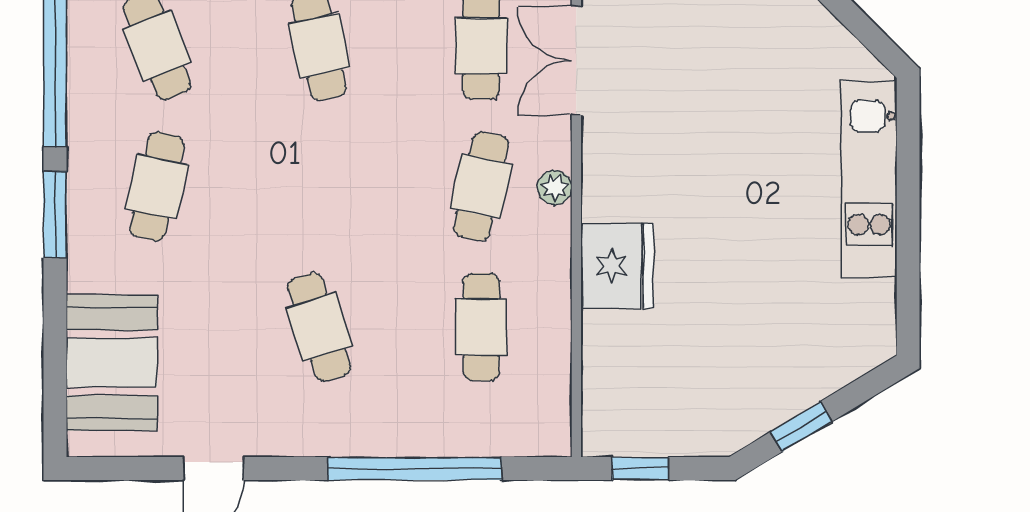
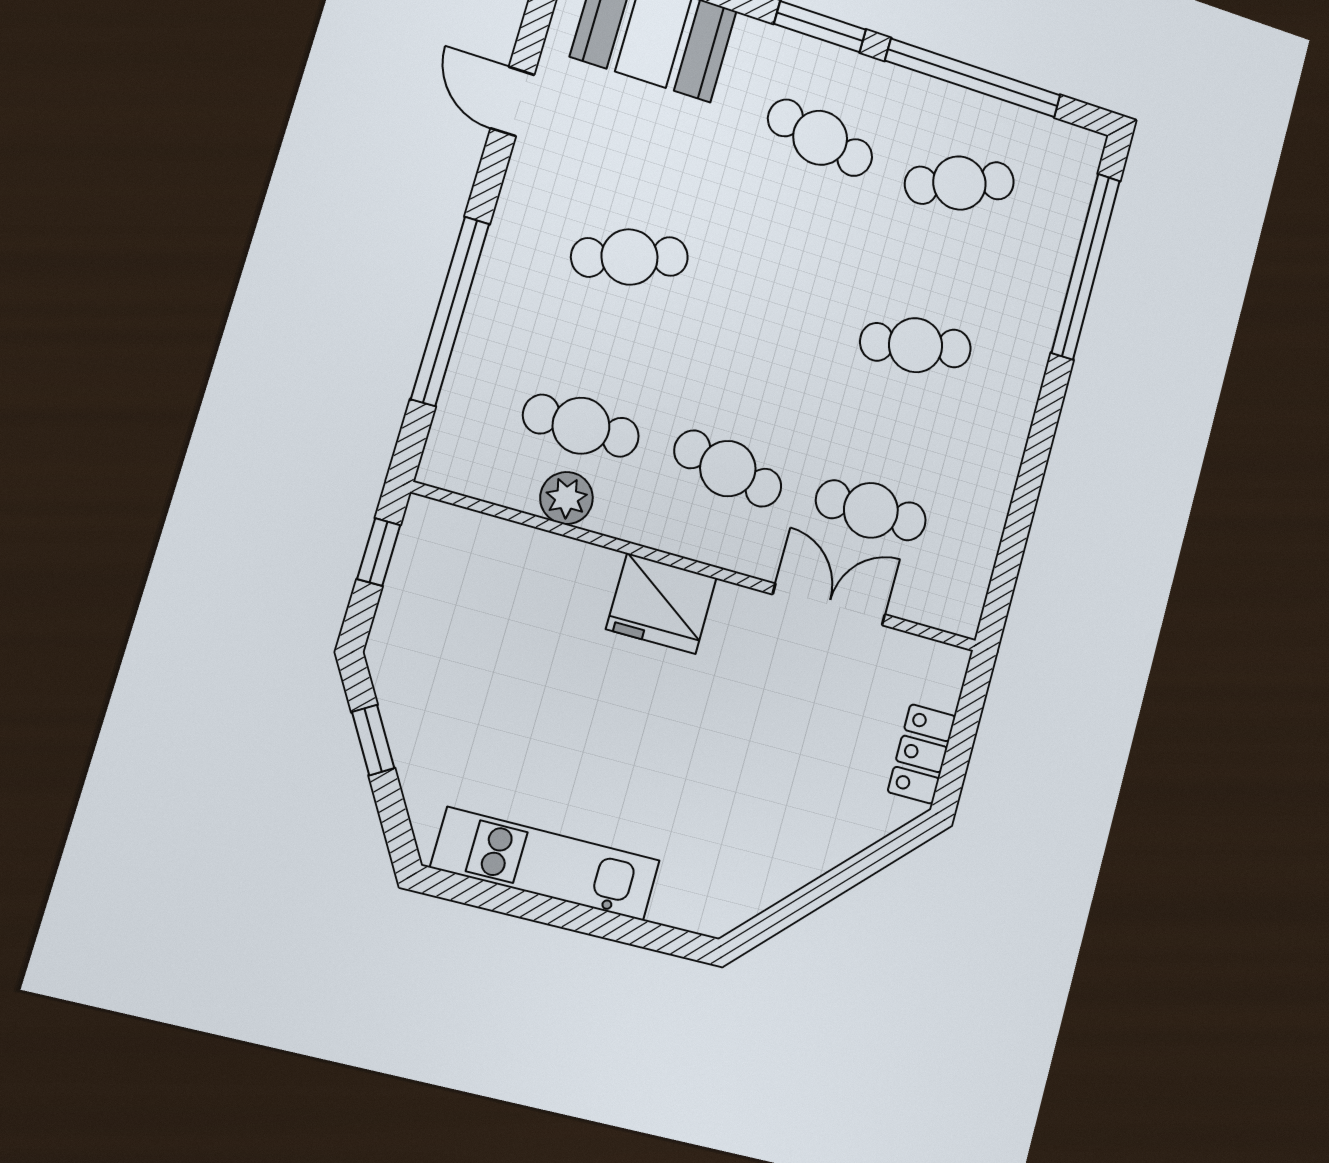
kitchen unit: (869, 179) -> (546, 864), moved
plant: (555, 187) -> (567, 498), moved, width x1.38, depth x1.38
fridge: (617, 266) -> (661, 603), moved

